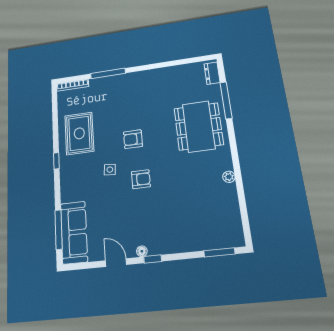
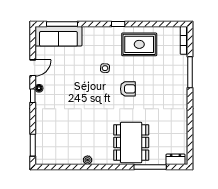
dining table: (199, 126) -> (131, 143), turned 90
armchair: (133, 139) -> (128, 89), turned 90
armchair: (141, 179) -> (94, 92), removed

